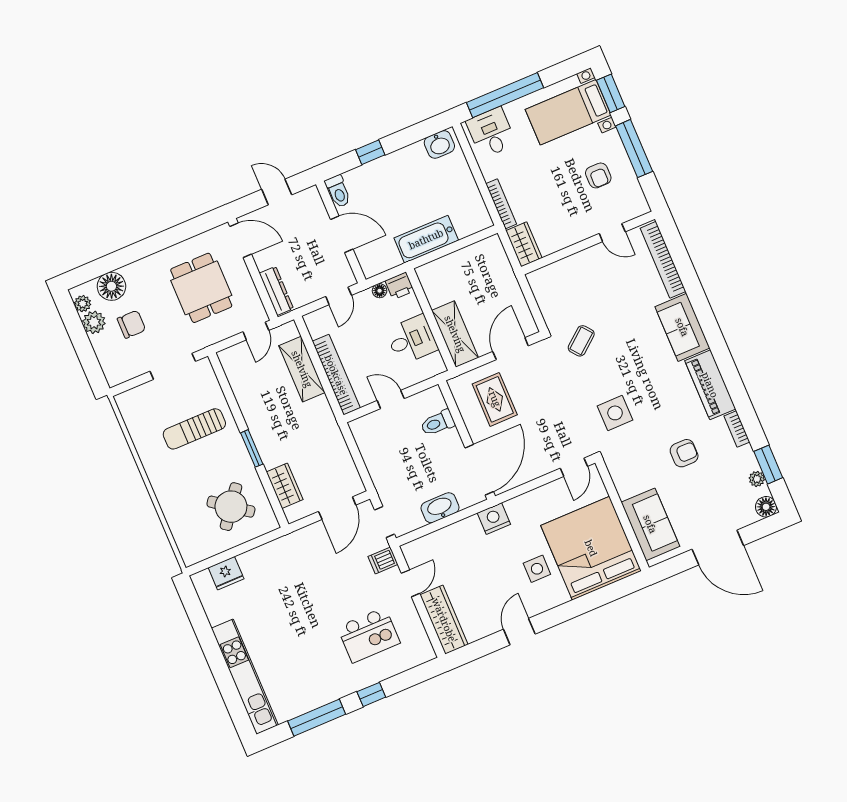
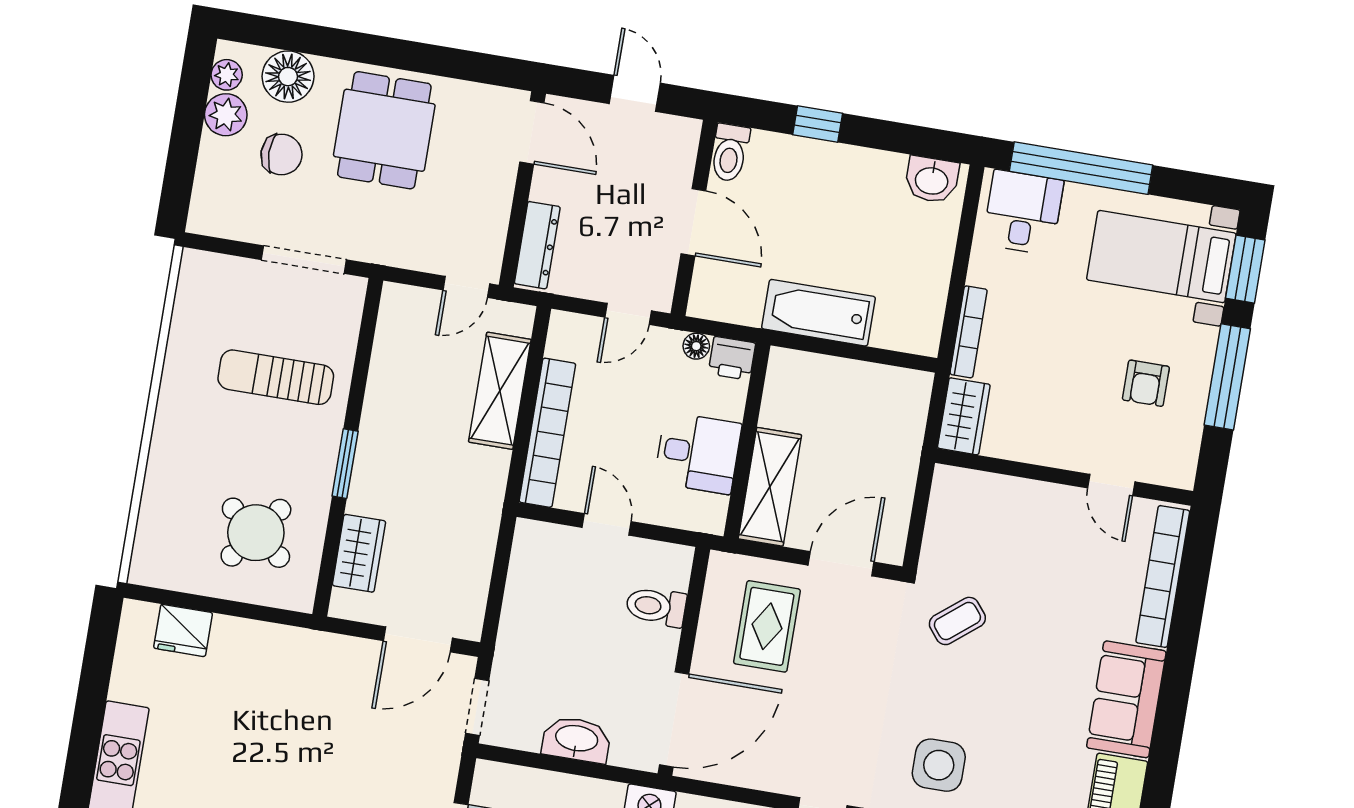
dining table: (201, 288) -> (384, 130), moved
dishwasher: (383, 560) -> (437, 765), removed

